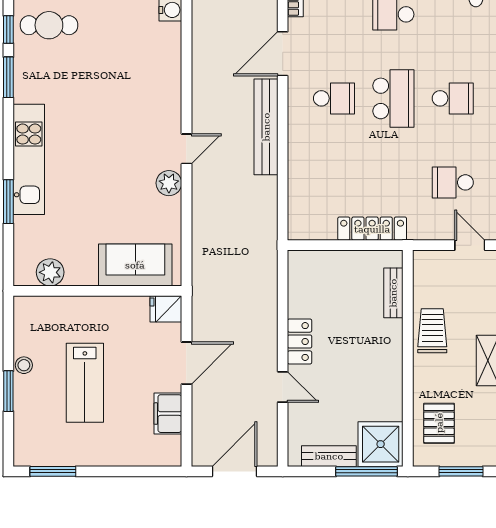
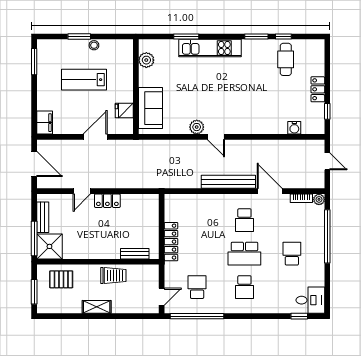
fridge: (166, 309) -> (124, 110), moved, turned -90
door: (186, 363) -> (95, 137), swing flipped
filing cabinet: (168, 414) -> (45, 123), moved, turned 90

